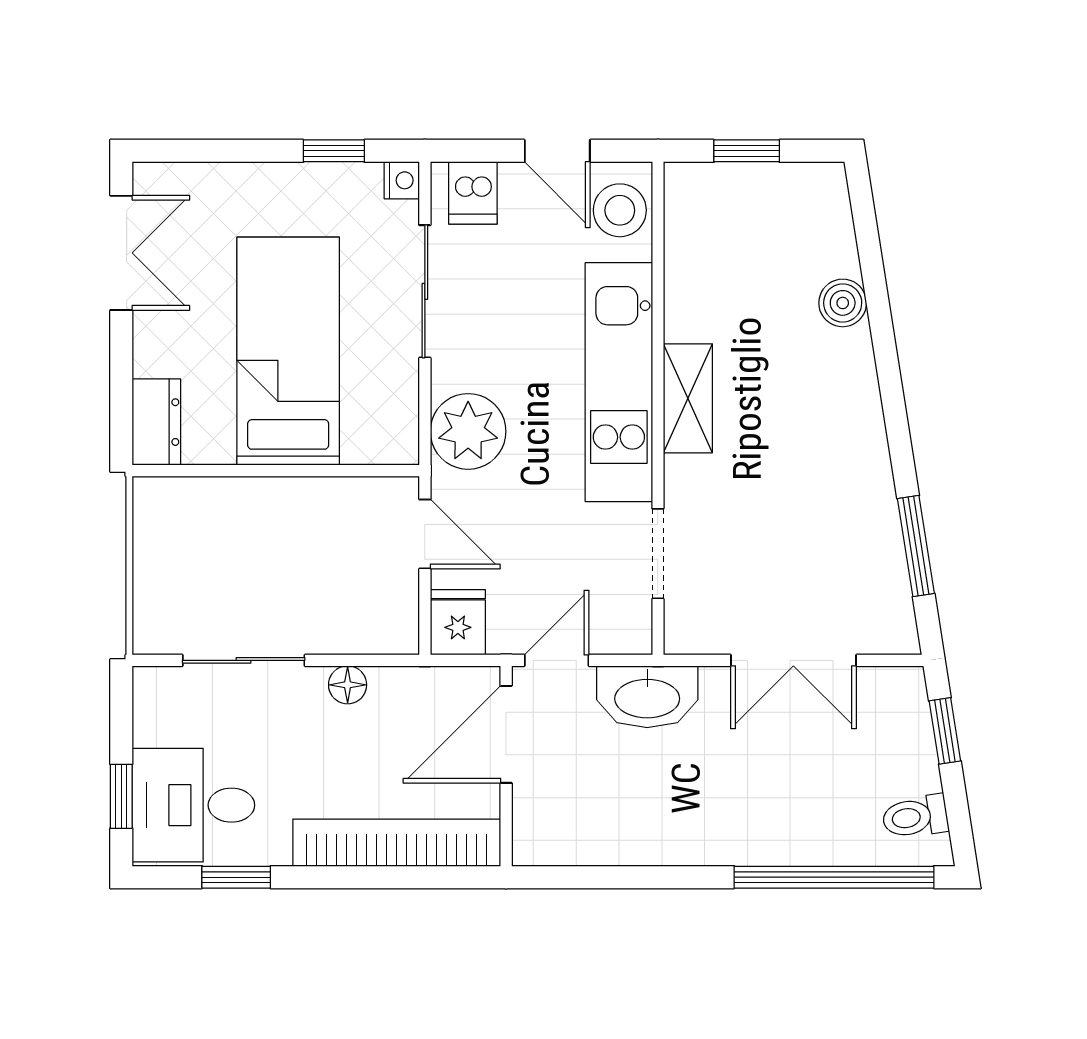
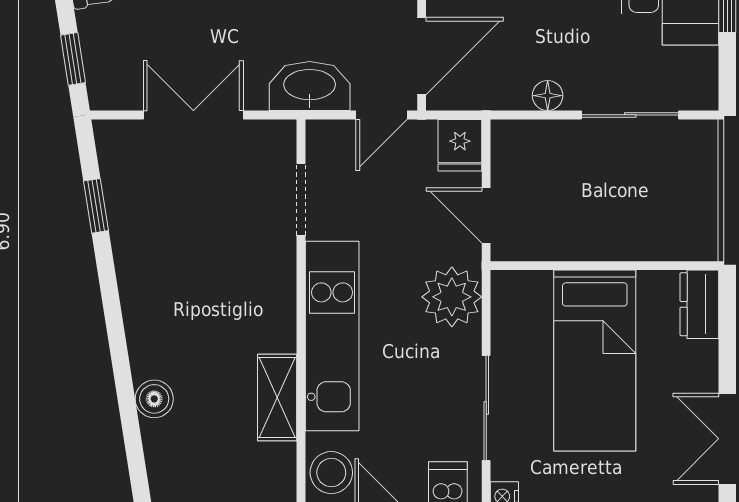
shelving: (688, 398) -> (277, 398), moved
window: (916, 546) -> (96, 206), width x0.67

